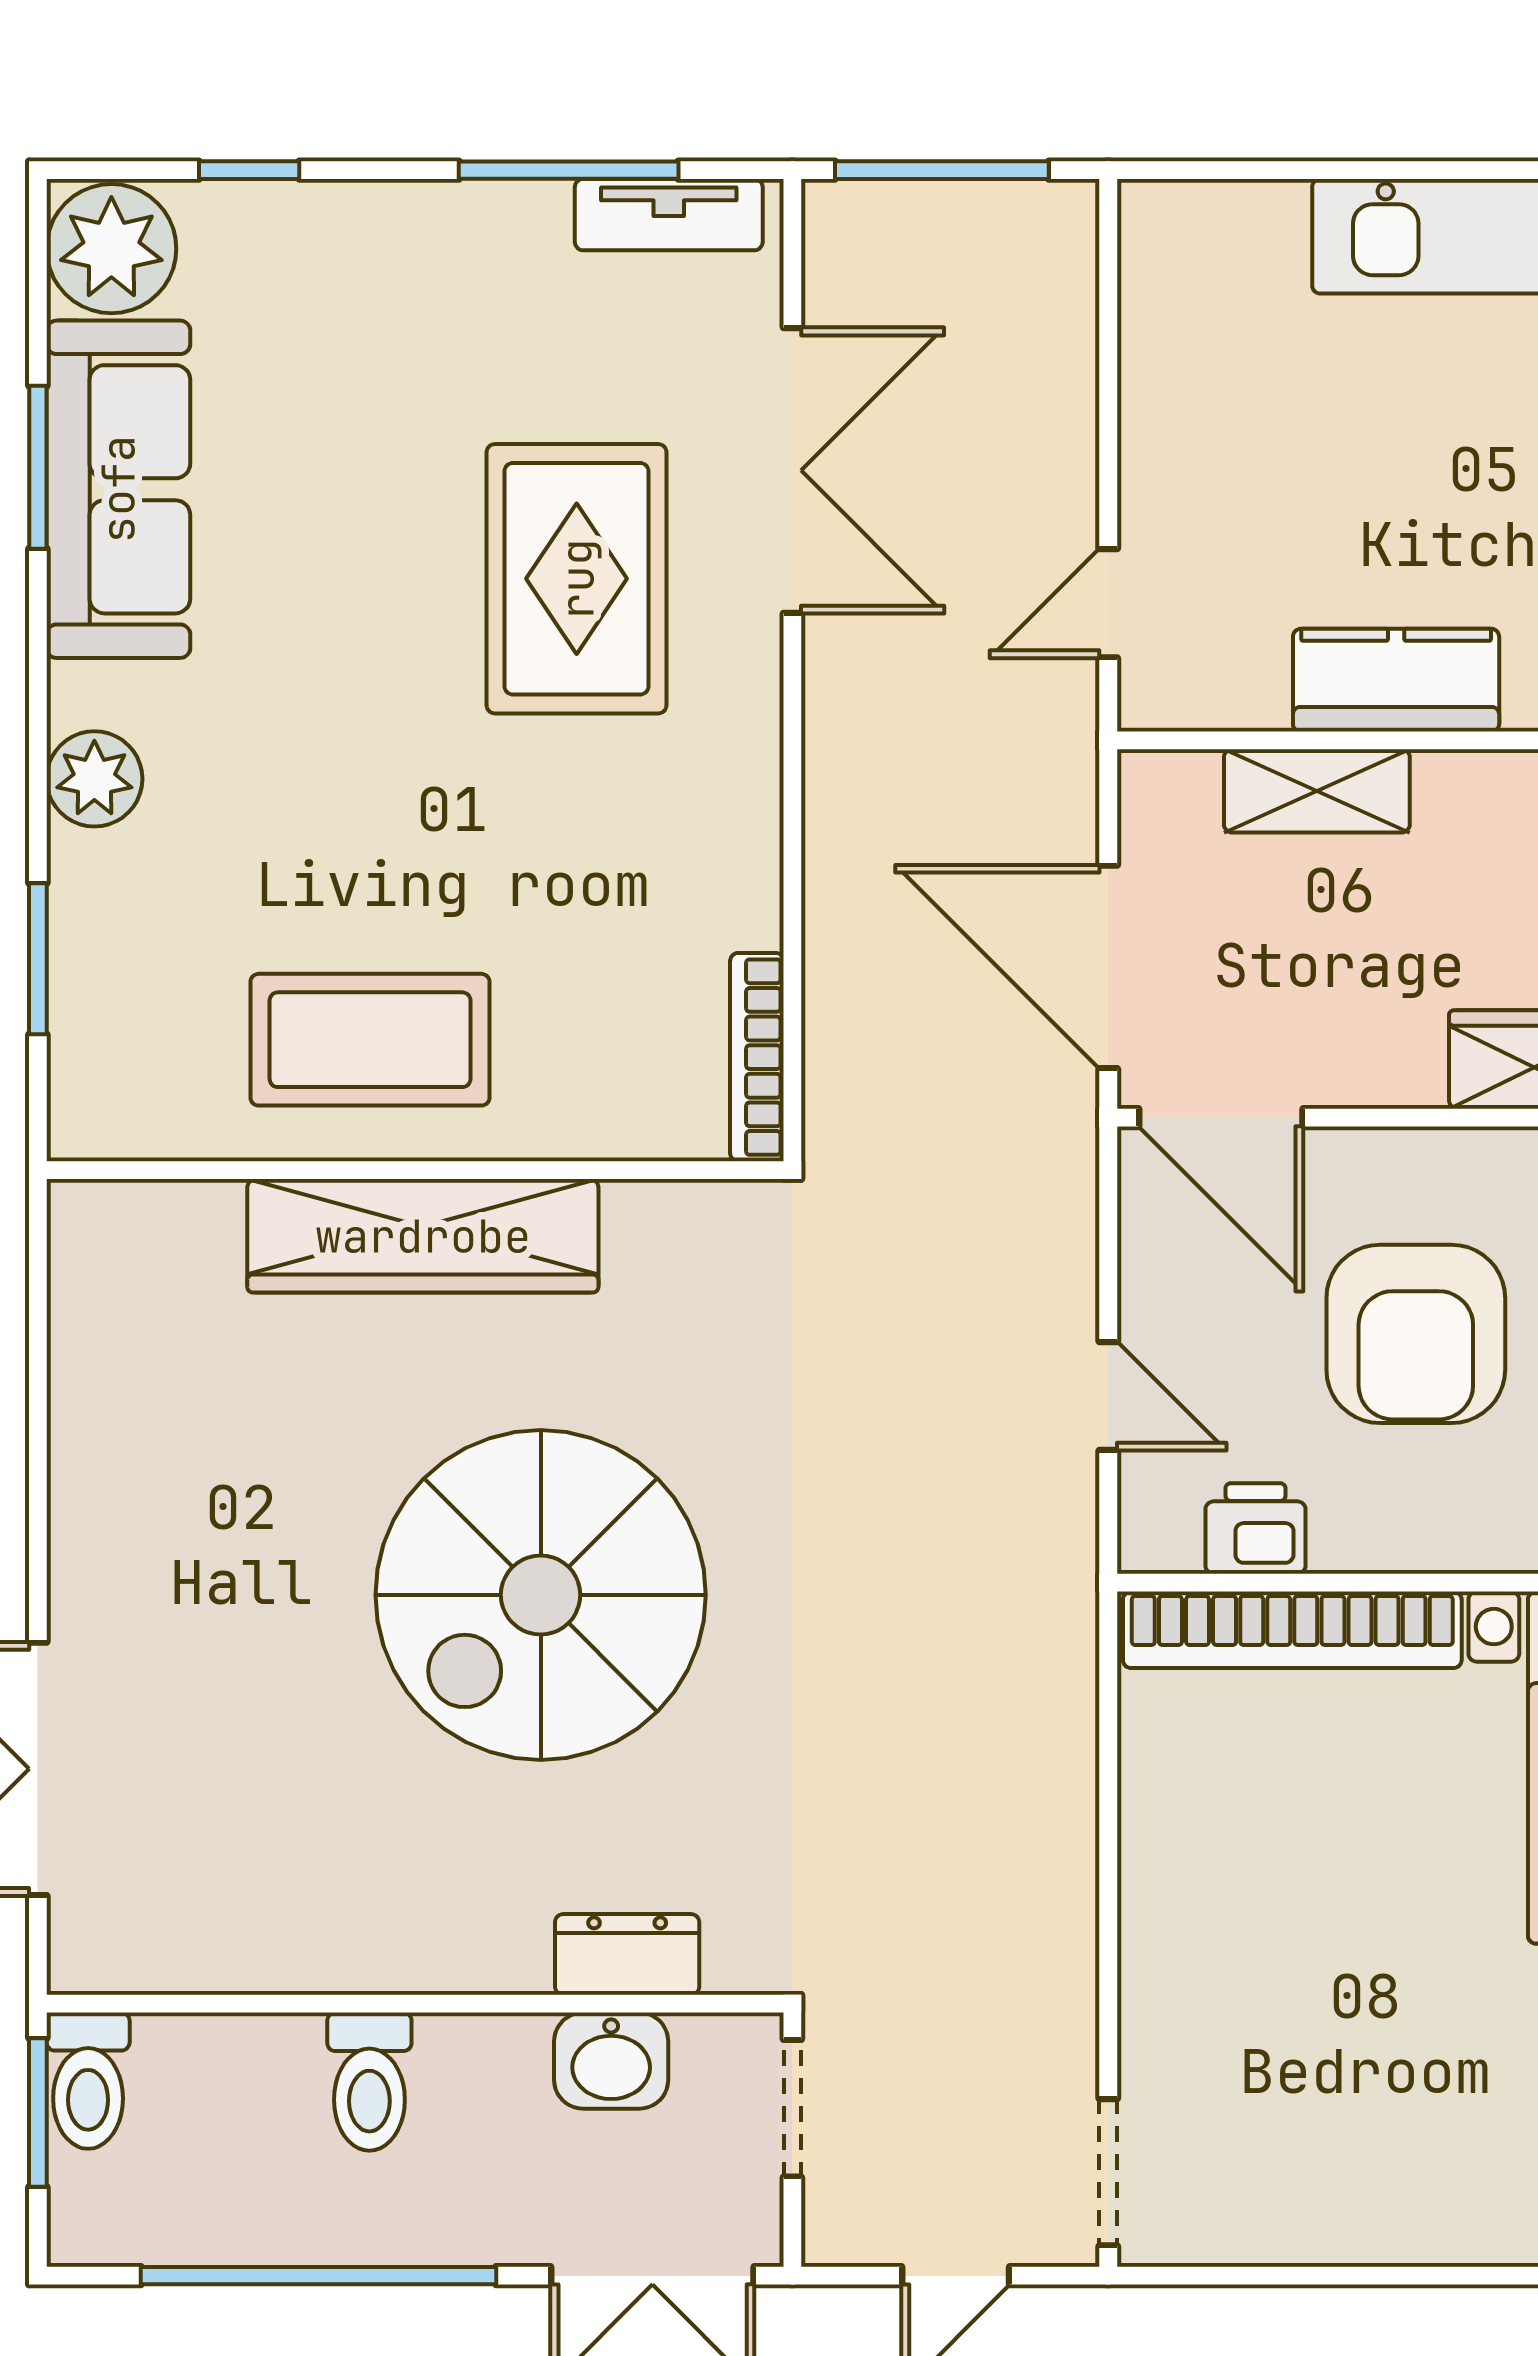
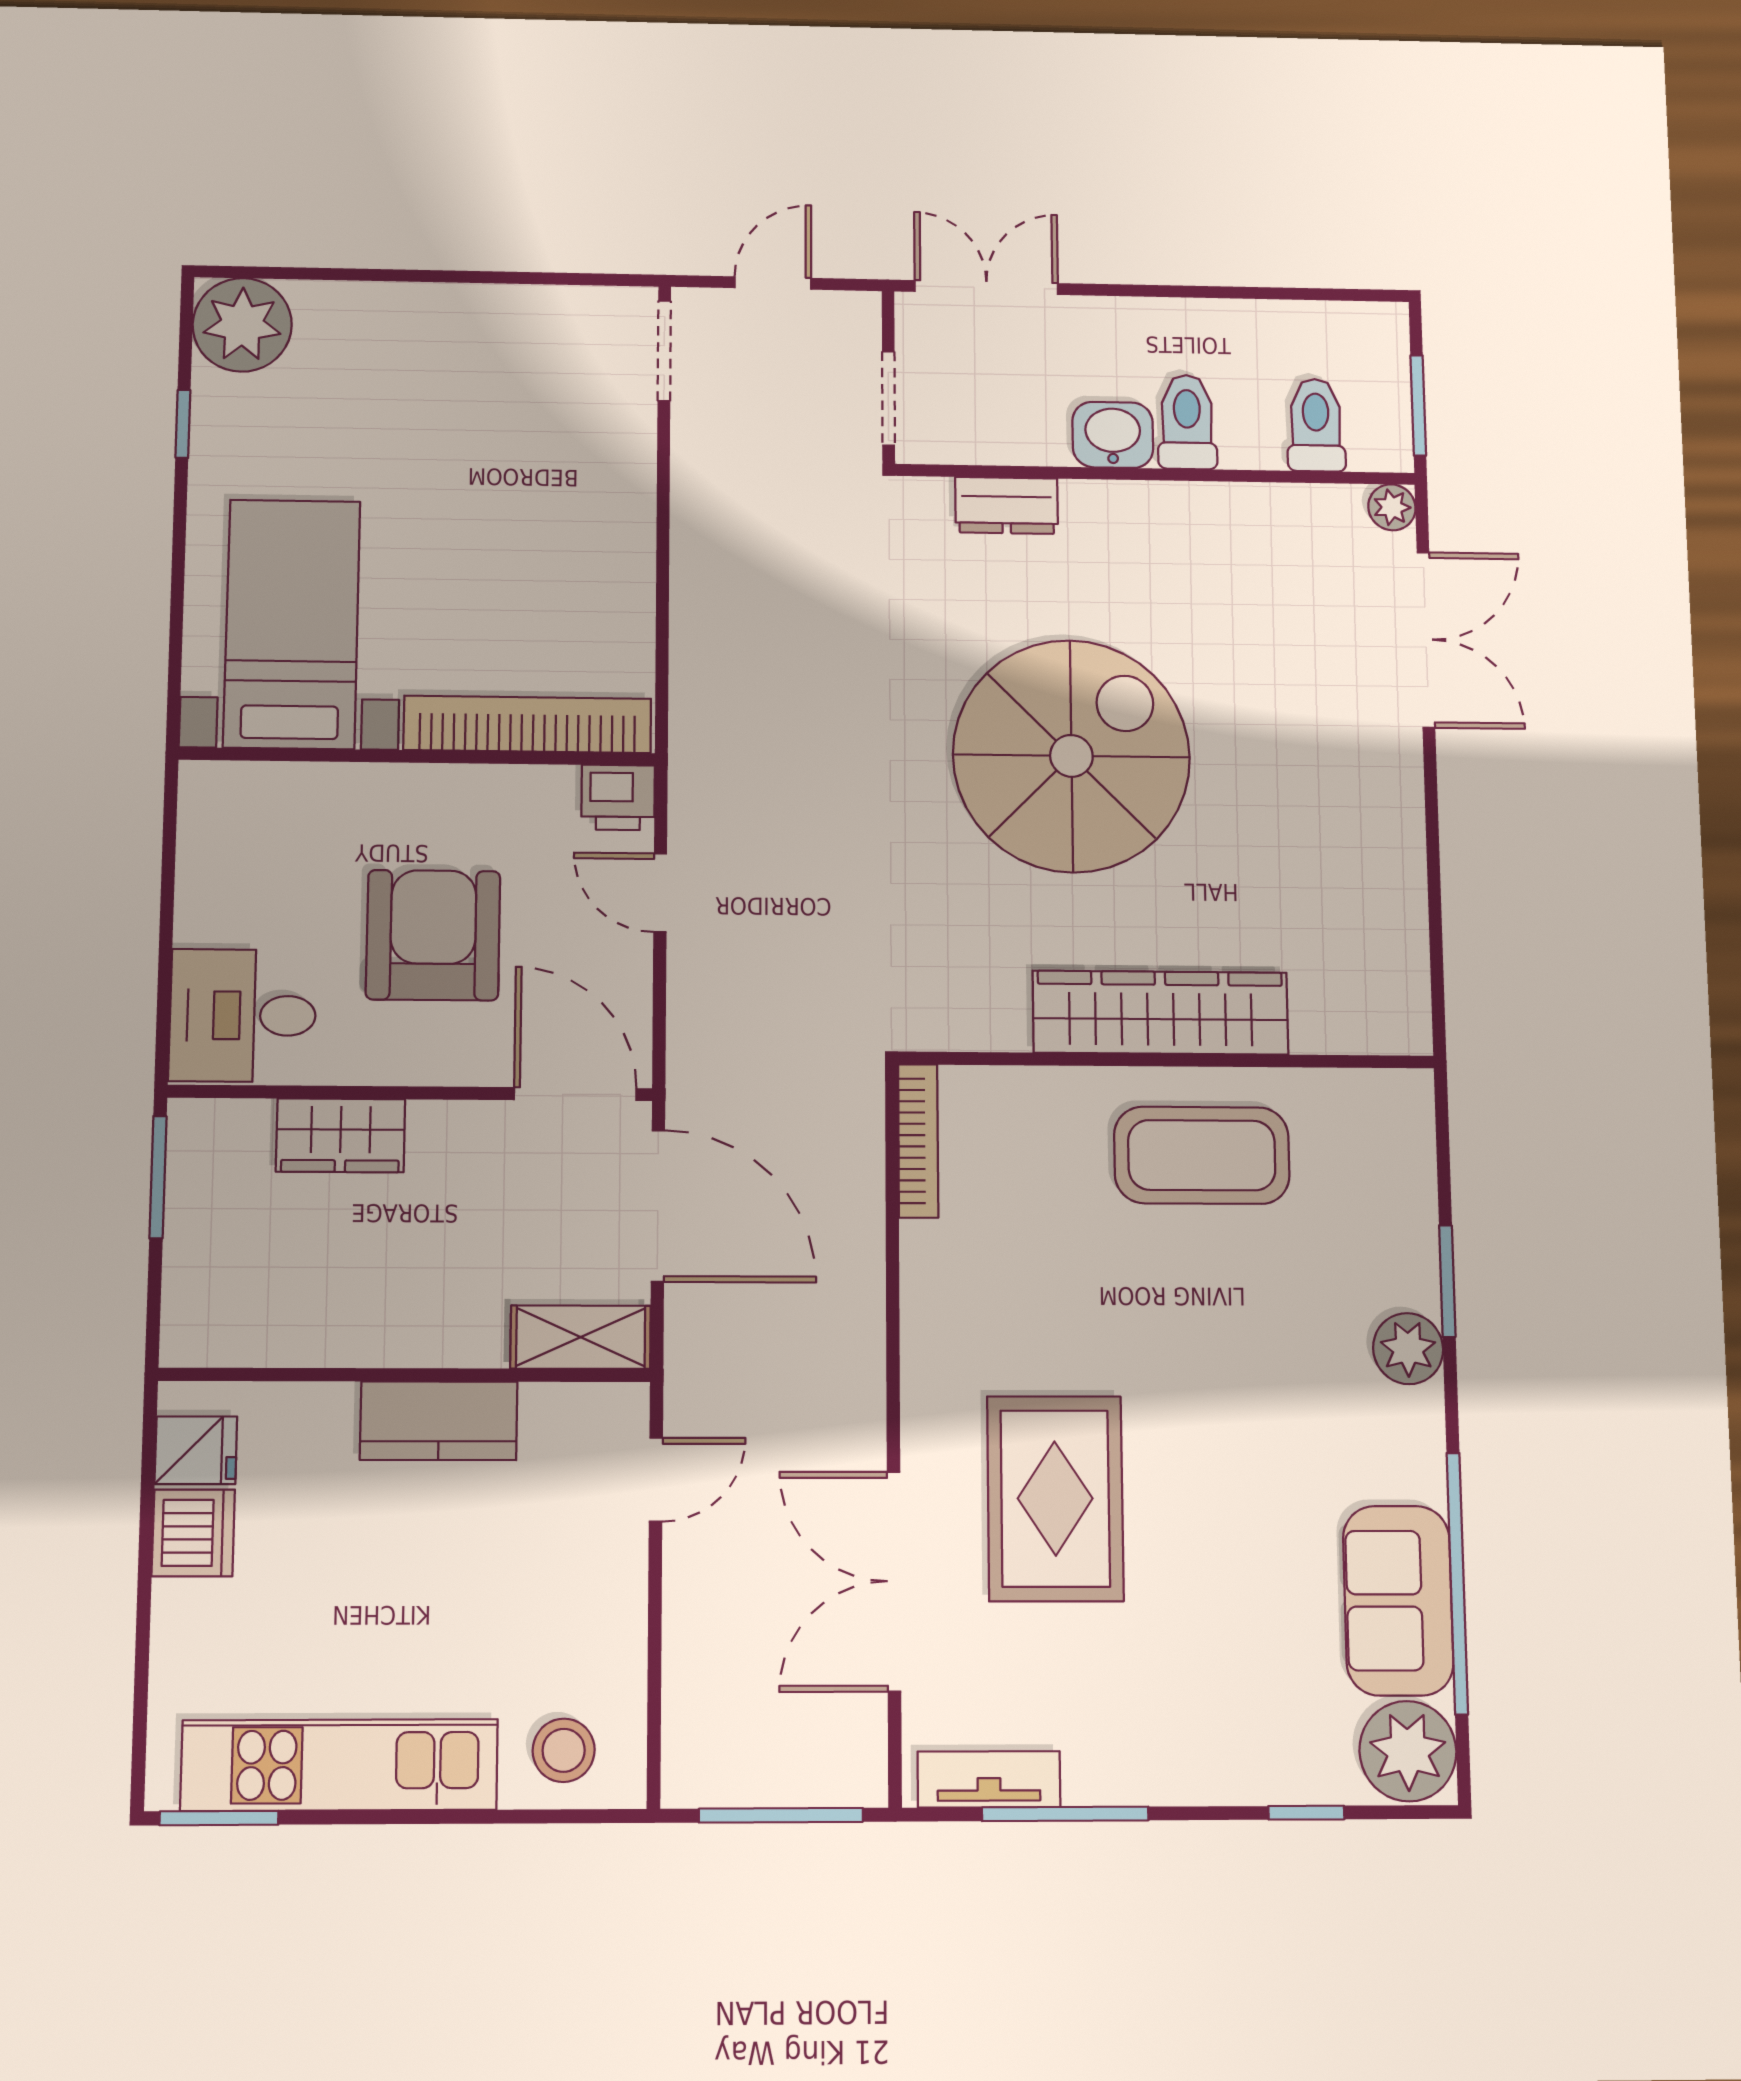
stool: (1226, 254) -> (564, 1750), added
window: (38, 467) -> (1457, 1583), width x2.11
sofa: (118, 489) -> (1398, 1600), width x0.73
shelving: (1317, 791) -> (581, 1337), moved
window: (38, 959) -> (1447, 1281), moved
printer: (1255, 1528) -> (618, 797), moved
plant: (80, 1961) -> (1392, 507), added
washbasin: (611, 2061) -> (1113, 435), moved
toilet: (88, 2081) -> (1316, 425), moved
window: (319, 2276) -> (1220, 292), removed

